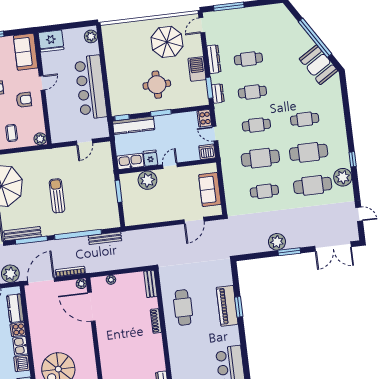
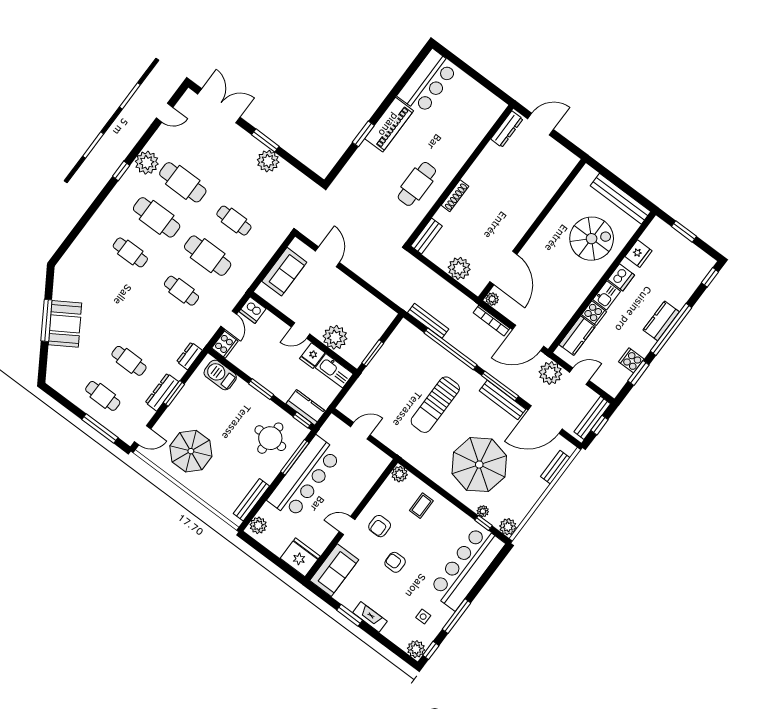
window: (315, 38) -> (46, 320), width x0.68
bench: (108, 47) -> (251, 500), added
booth: (319, 65) -> (65, 324), moved
barbecue: (197, 69) -> (220, 375), moved, turned 90
round table: (157, 85) -> (270, 438), moved
window: (209, 88) -> (174, 393), moved
cafe table: (252, 92) -> (103, 396), moved
window: (107, 93) -> (295, 457), added
armchair: (24, 100) -> (380, 526), turned -90
kitchen counter: (134, 125) -> (306, 407), width x0.67
sun lounger: (57, 196) -> (435, 405), width x1.36, depth x1.34
door: (359, 214) -> (165, 113), swing flipped
door: (194, 220) -> (327, 257), hinge flipped
plant: (111, 280) -> (459, 268), width x1.88, depth x1.88
piano: (227, 306) -> (389, 125), moved

